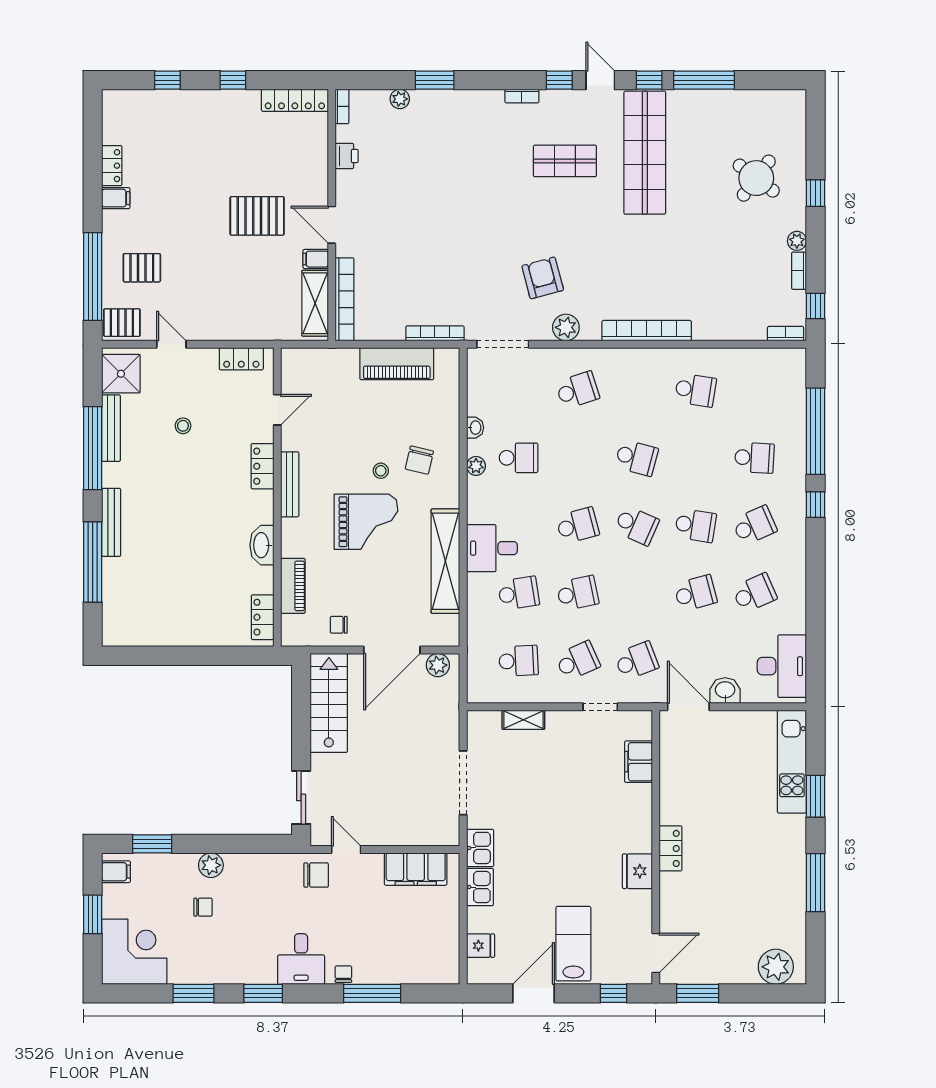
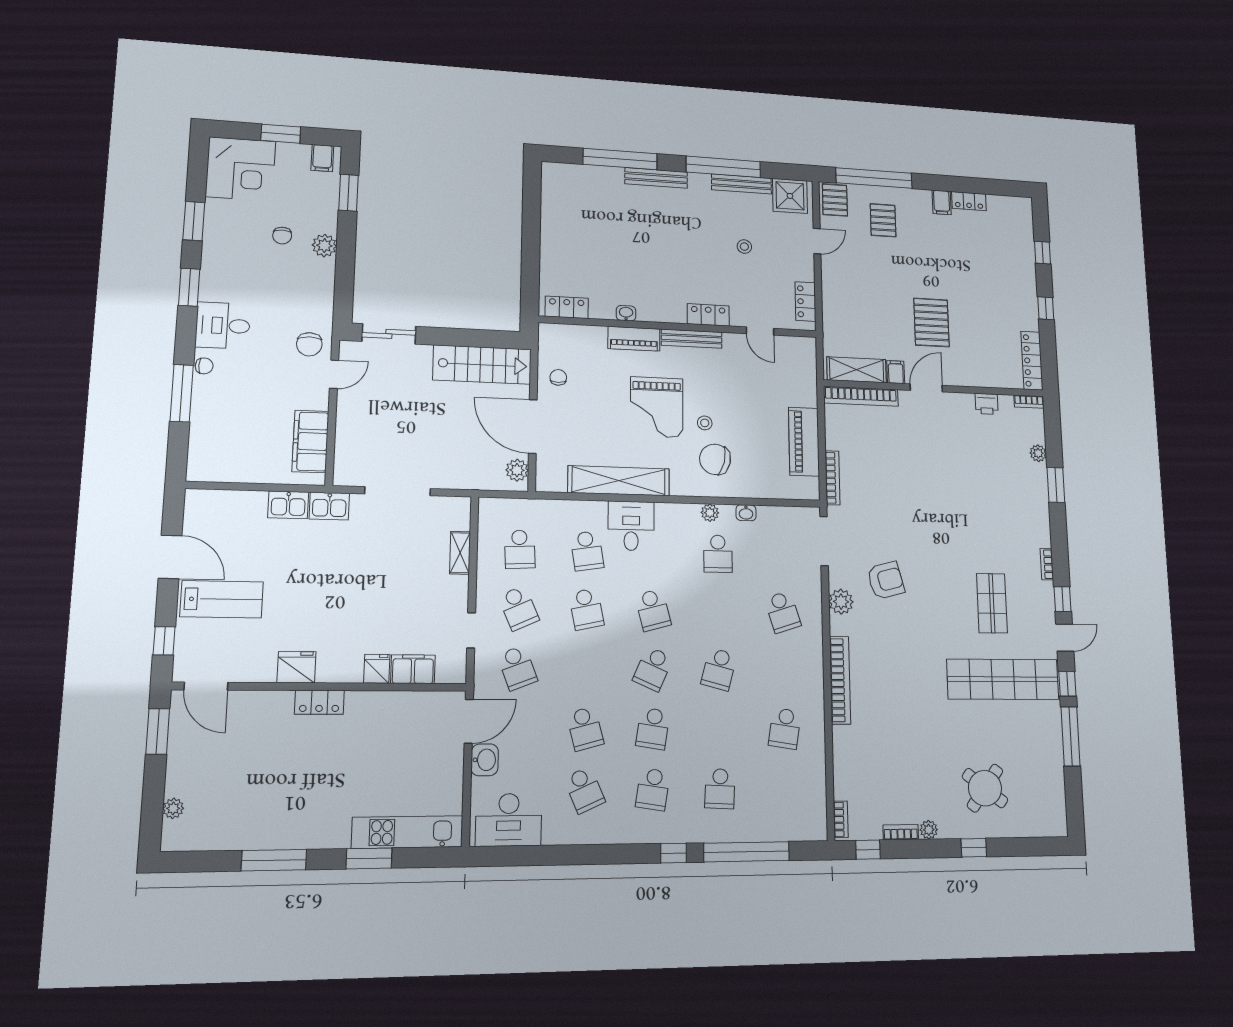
chair: (419, 460) -> (715, 459), width x1.37, depth x1.37
school desk: (754, 525) -> (653, 789), turned 33
washbasin: (262, 545) -> (626, 313), width x0.52, depth x0.69
piano: (293, 586) -> (634, 339), moved
fridge: (481, 946) -> (377, 669), moved, turned 180
plant: (776, 967) -> (173, 808), width x0.53, depth x0.53

